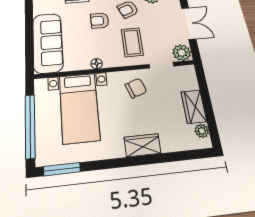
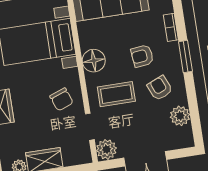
armchair: (100, 21) -> (142, 56), turned -96
floor lamp: (97, 64) -> (94, 61), width x1.89, depth x1.89

